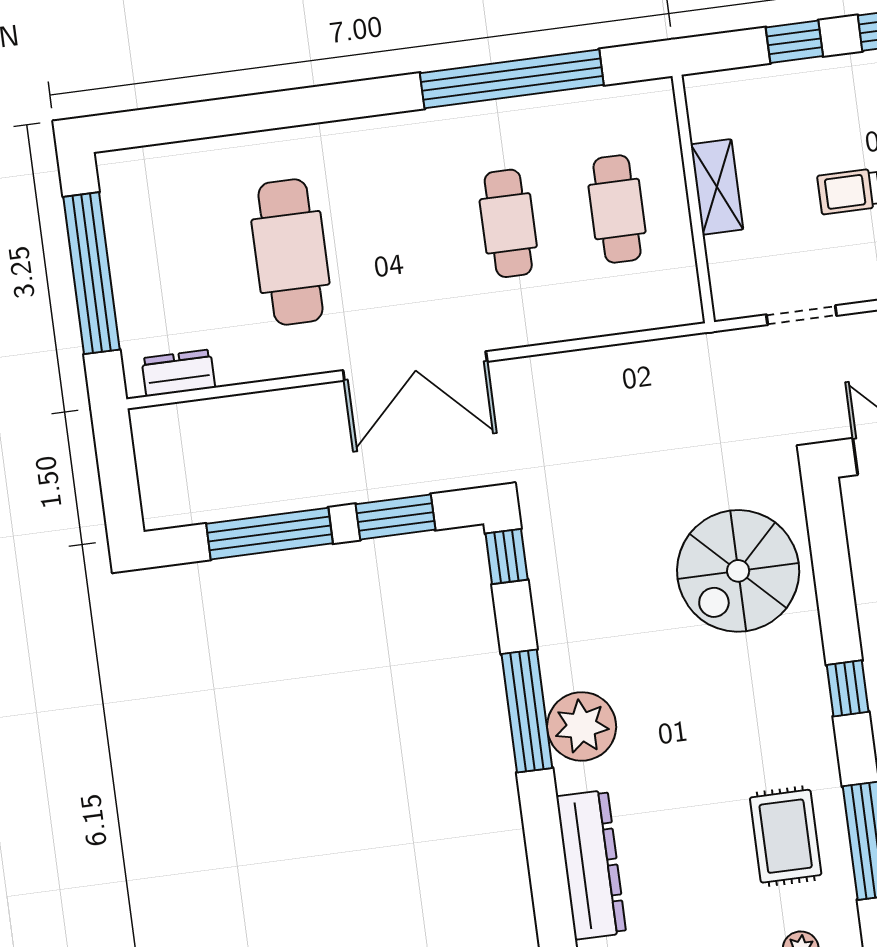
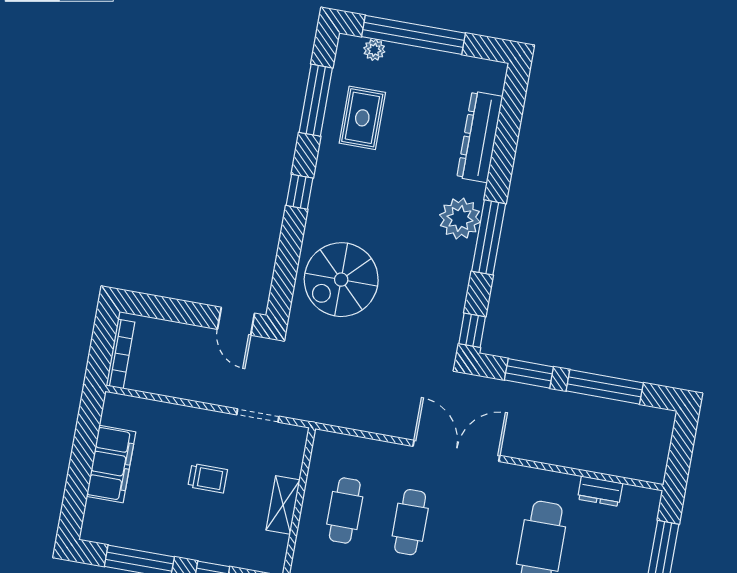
double door: (415, 366) -> (456, 451), moved
dresser: (178, 373) -> (600, 491), moved
spiral stairs: (738, 571) -> (341, 280), turned 180

